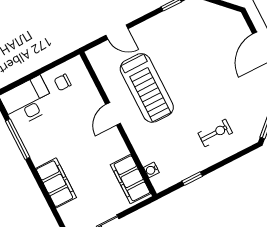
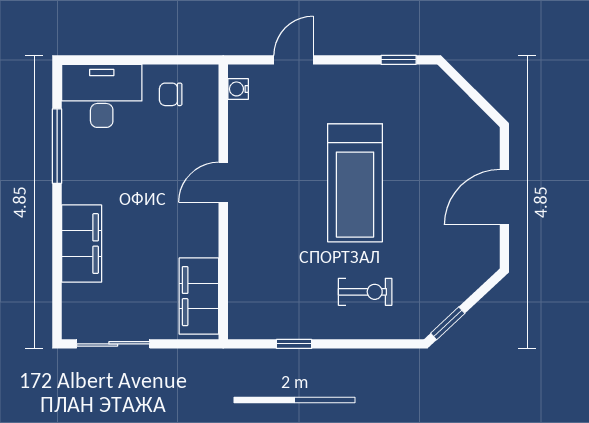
door: (117, 32) -> (294, 60), swing flipped
treadmill: (147, 88) -> (355, 183), moved
water cooler: (151, 170) -> (238, 89), moved

